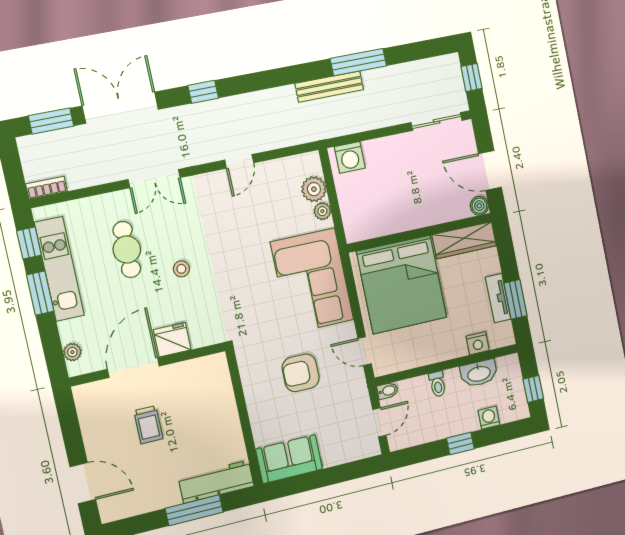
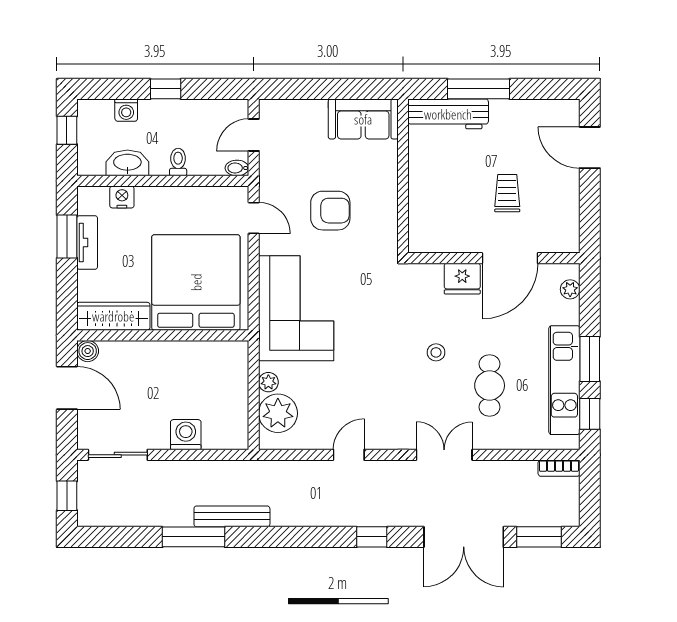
washing machine: (350, 157) -> (186, 435), moved
plant: (314, 189) -> (278, 413), width x1.36, depth x1.36

